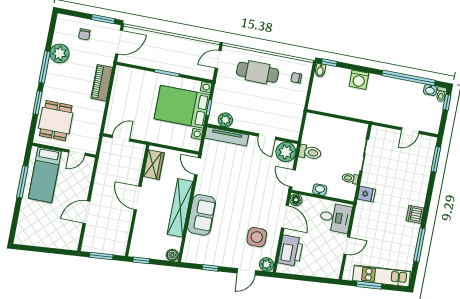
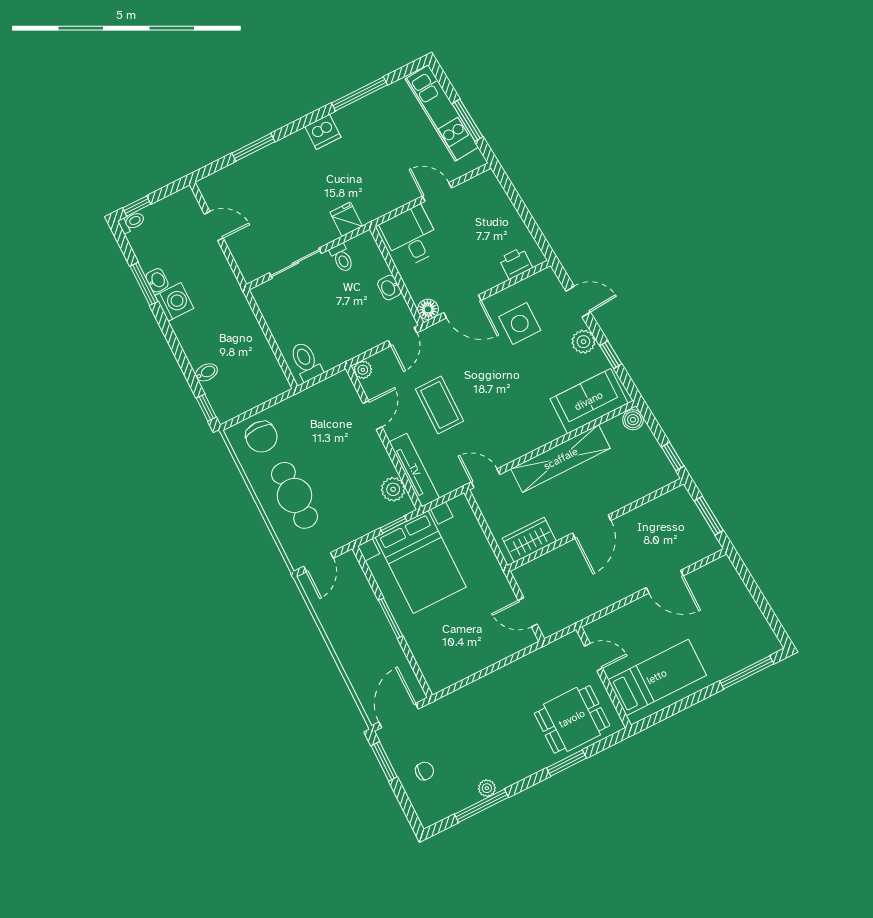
door: (119, 42) -> (399, 715), hinge flipped
plant: (59, 53) -> (487, 788), width x0.53, depth x0.53
door: (218, 60) -> (318, 562), hinge flipped
window: (44, 67) -> (482, 806), moved
bidet: (320, 70) -> (206, 372), moved
chair: (296, 78) -> (261, 437), width x1.87, depth x1.87
window: (408, 78) -> (144, 284), width x0.47
washing machine: (359, 80) -> (174, 302), moved
piano: (102, 83) -> (472, 696), removed
washbasin: (430, 90) -> (157, 280), moved
plant: (286, 152) -> (363, 370), width x0.53, depth x0.53
toilet: (310, 152) -> (306, 361), moved
window: (436, 159) -> (253, 147), moved
door: (198, 166) -> (486, 478), swing flipped
coffee table: (248, 171) -> (440, 405), added
window: (22, 182) -> (747, 672), moved
sofa: (202, 215) -> (589, 401), moved
door: (285, 217) -> (462, 306), swing flipped
printer: (291, 251) -> (516, 263), width x0.53, depth x0.68
plant: (266, 264) -> (583, 342), moved

